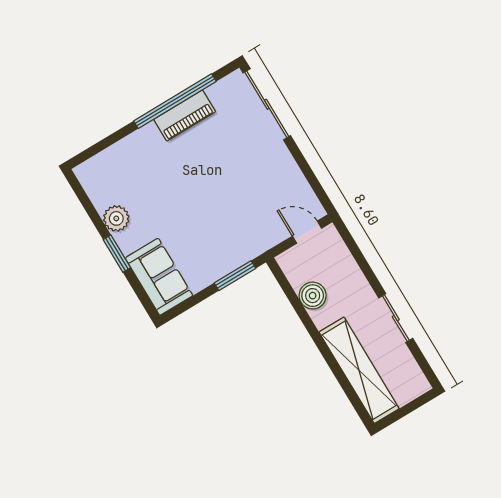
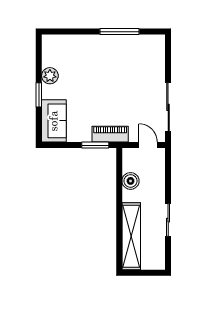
window: (175, 101) -> (120, 32), width x0.68
sliding door: (267, 104) -> (168, 107), moved
piano: (185, 116) -> (110, 134), moved, turned 180

